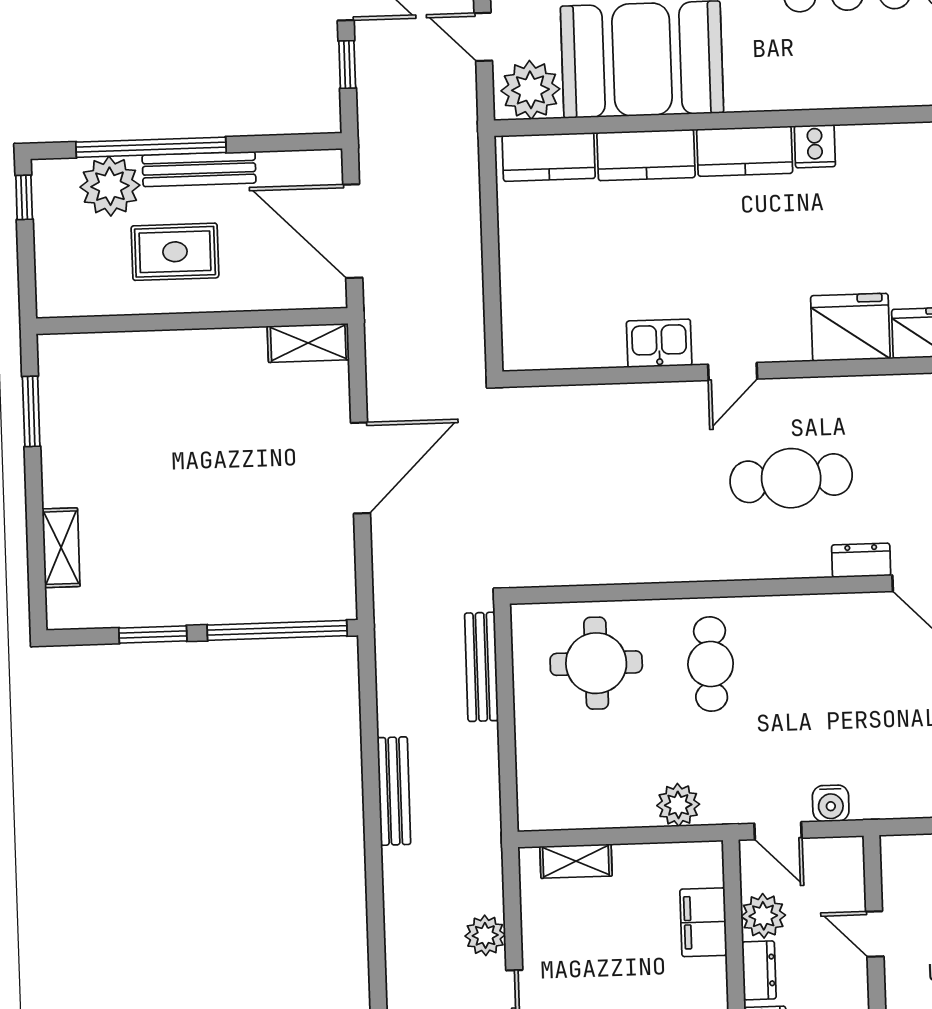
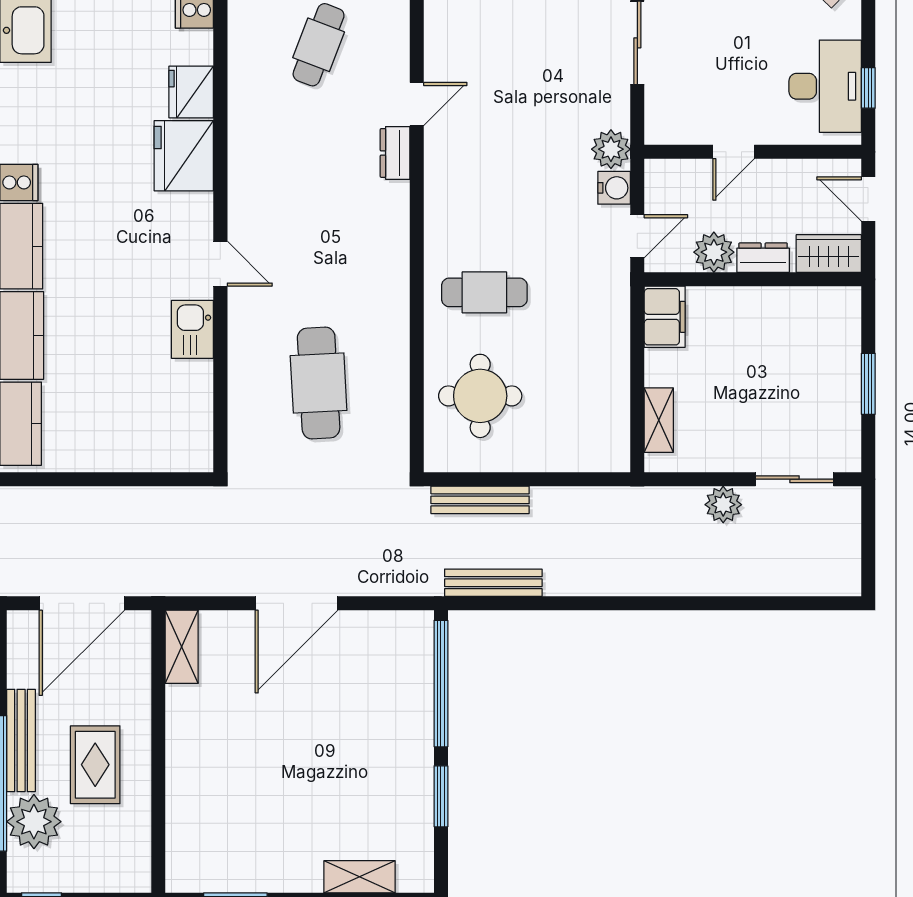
door: (361, 468) -> (297, 603), swing flipped
cafe table: (791, 478) -> (319, 383), moved
bench: (394, 791) -> (493, 583), moved
plant: (678, 805) -> (611, 149), moved
filing cabinet: (703, 922) -> (665, 317), moved, turned -90

